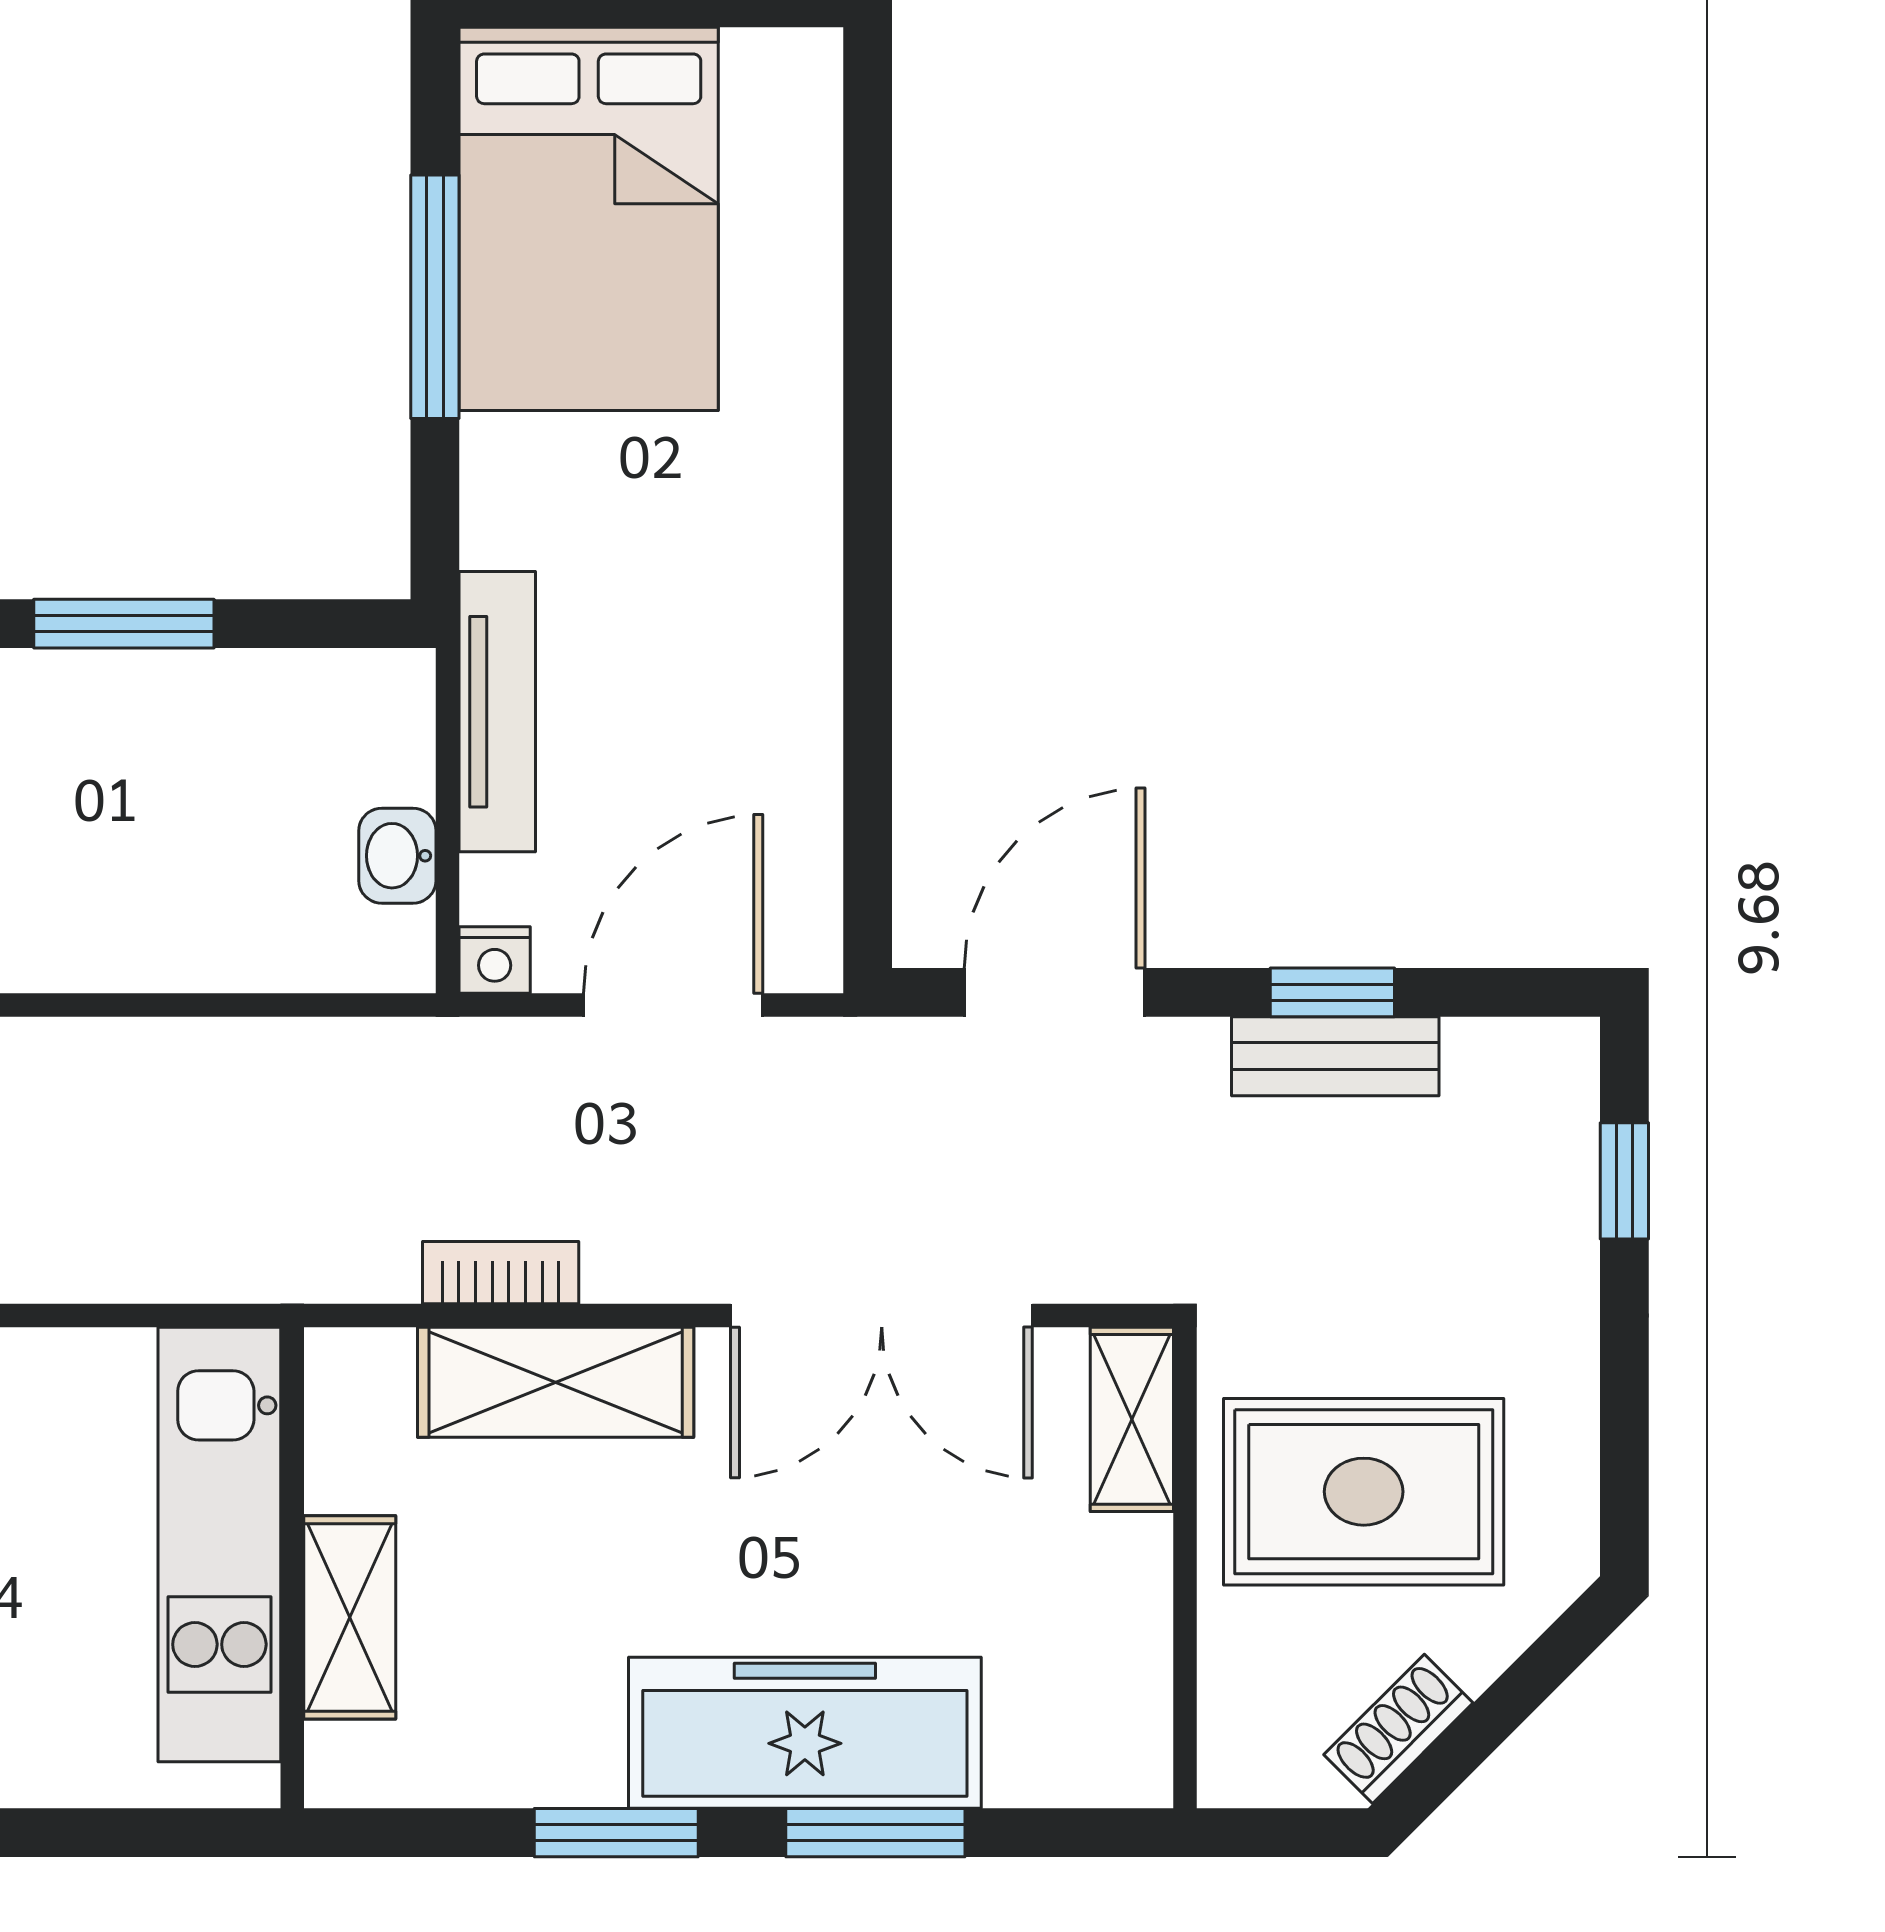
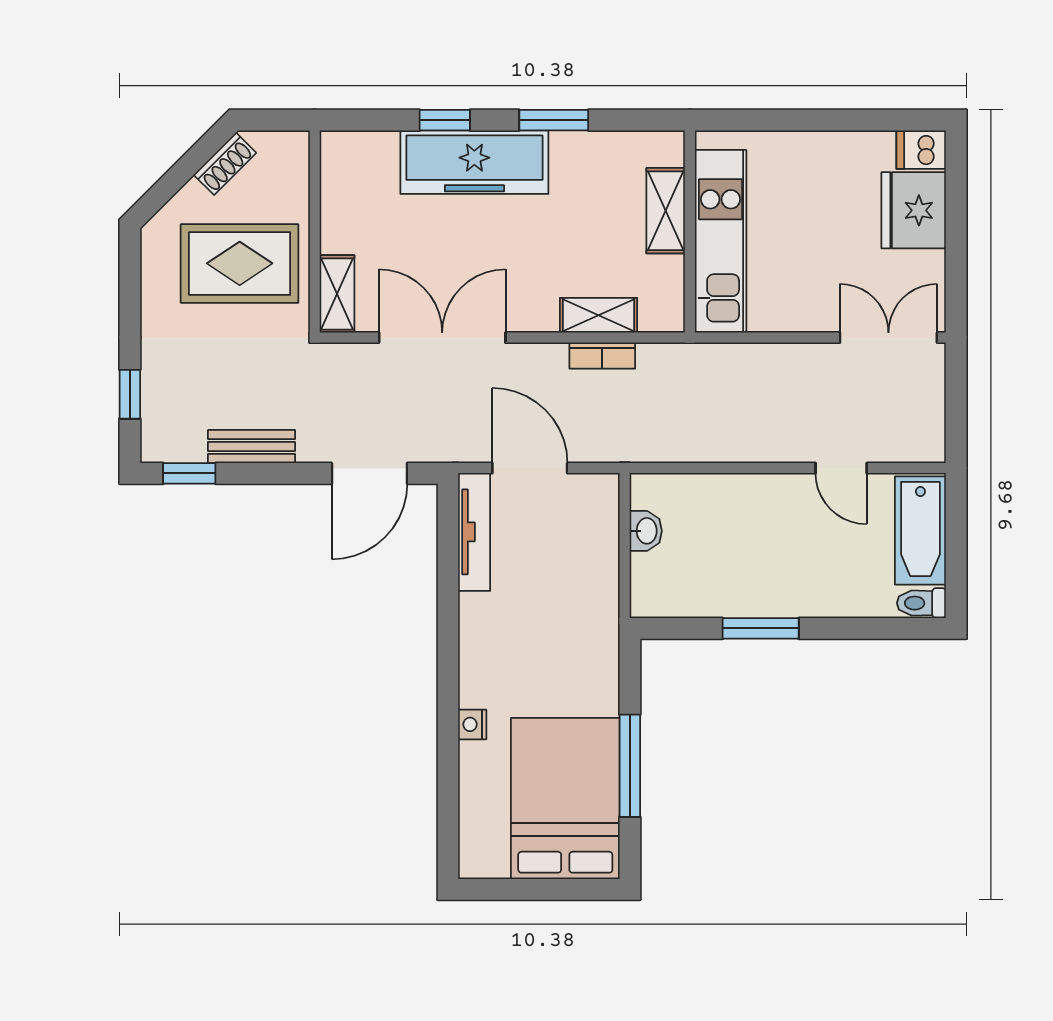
tv unit: (497, 712) -> (474, 532), moved, turned 180
nightstand: (495, 960) -> (472, 724), moved, turned -90
window: (1332, 992) -> (189, 473), moved
door: (673, 1005) -> (530, 468), swing flipped
shelving: (556, 1382) -> (599, 315), width x0.67, depth x0.75
window: (875, 1833) -> (445, 120), width x0.67

